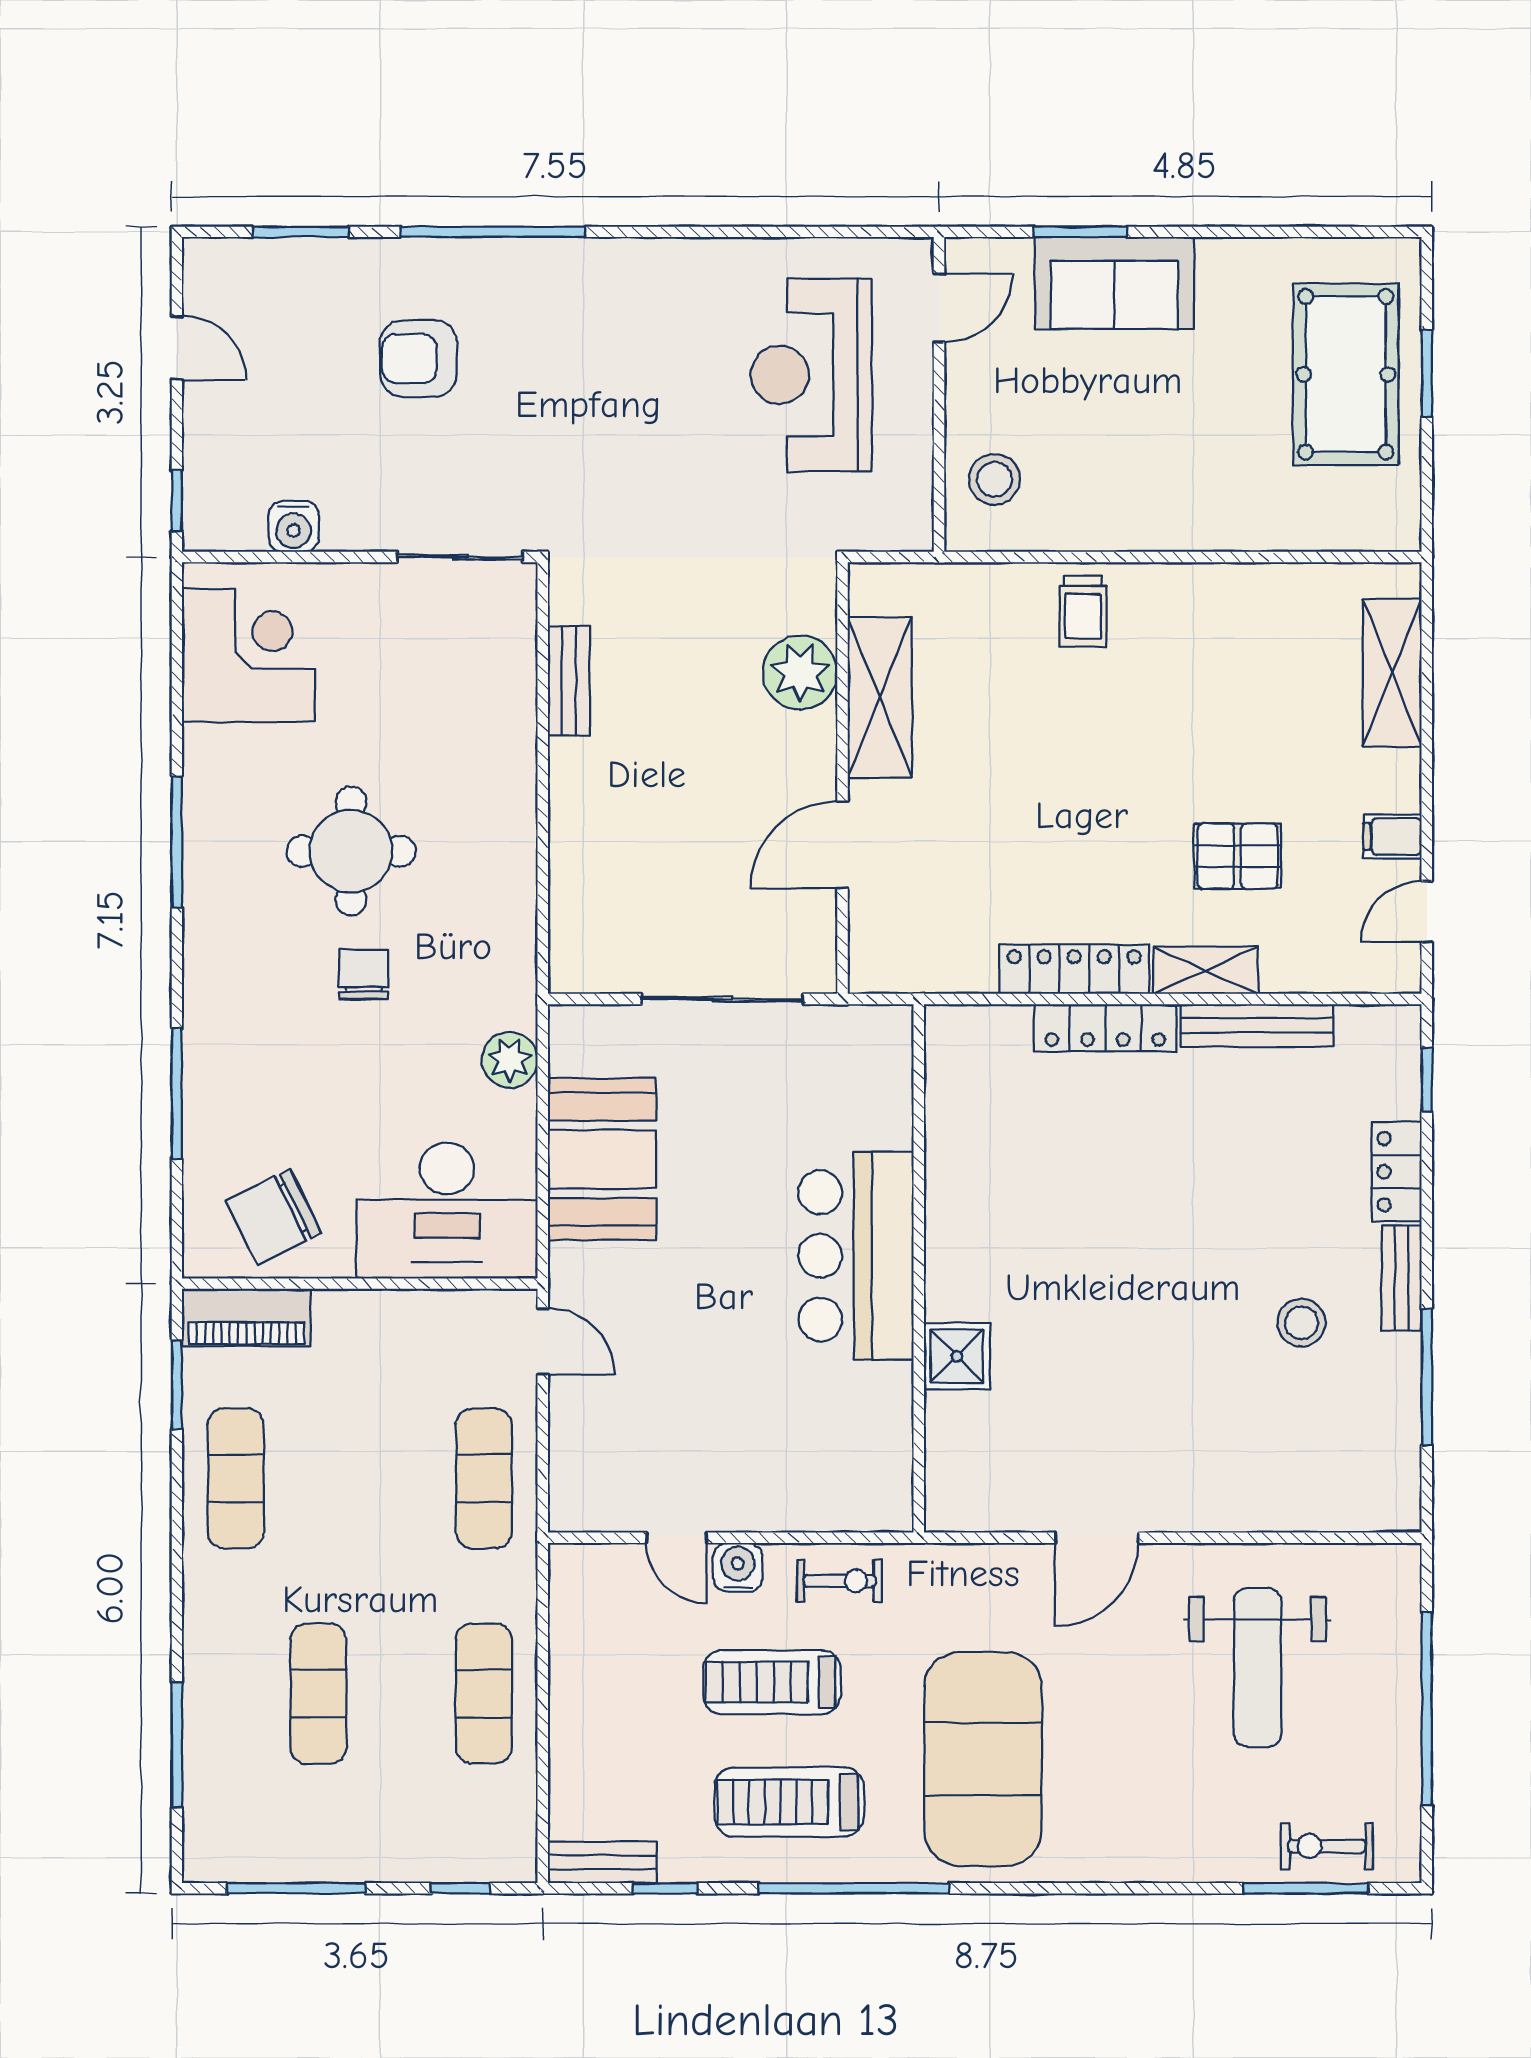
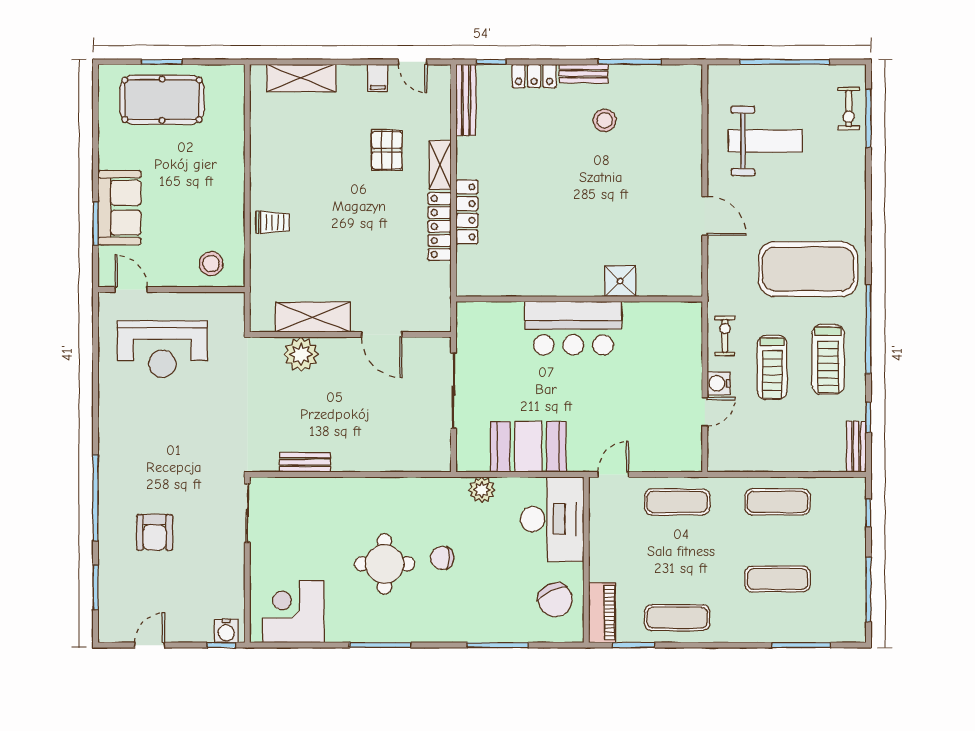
water cooler: (294, 527) -> (226, 631), moved, turned 90
bench: (1257, 1026) -> (466, 100), moved

